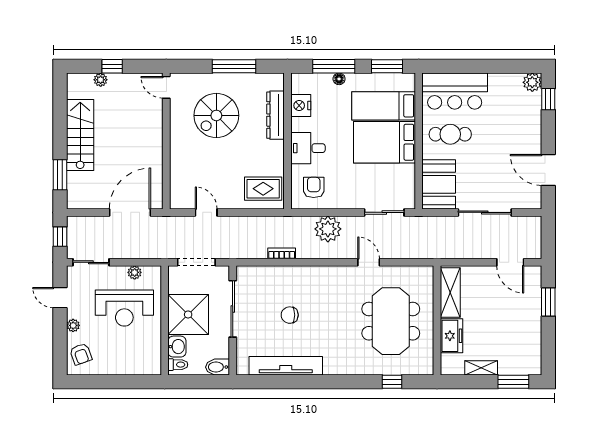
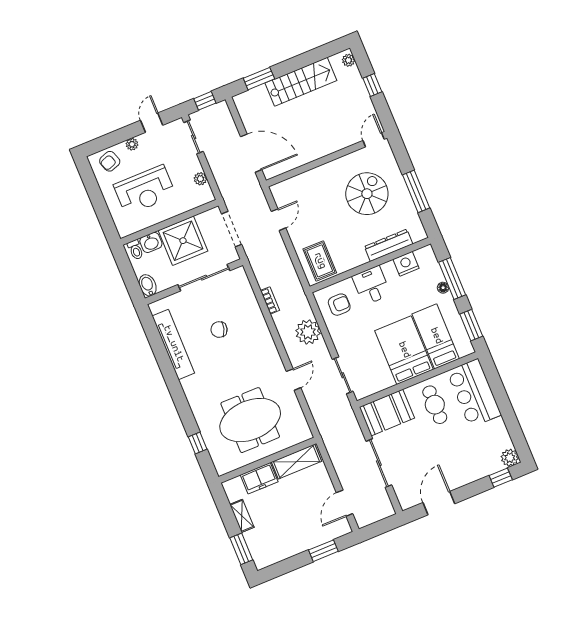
plant: (101, 80) -> (348, 60), moved
spiral stairs: (216, 115) -> (367, 194), turned 90
reception desk: (124, 308) -> (145, 190), moved, turned -90
chair: (290, 315) -> (219, 330), turned -74

